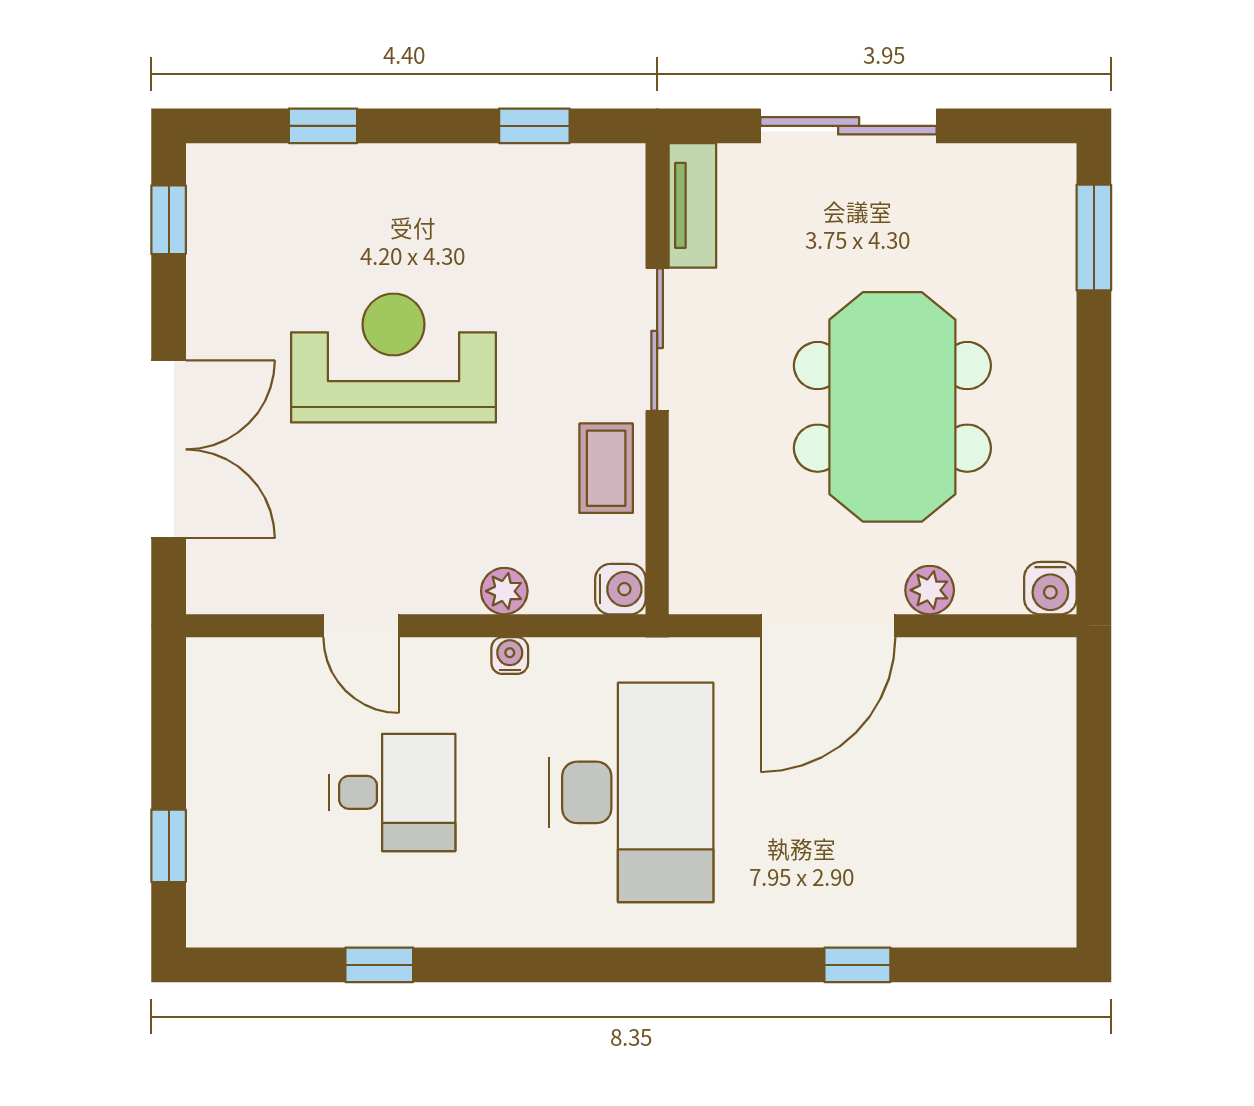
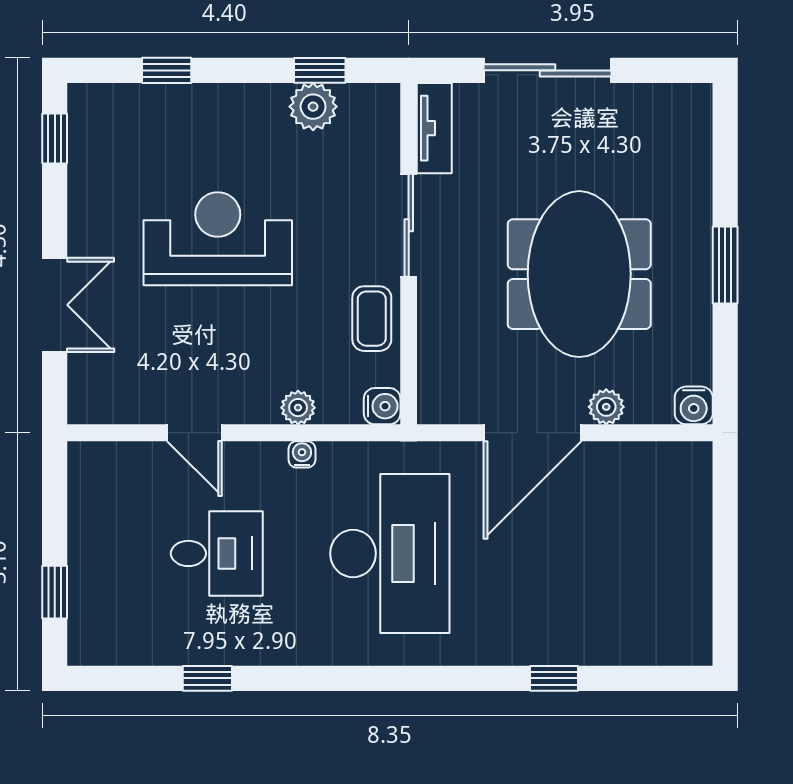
plant: (525, 176) -> (313, 107), added
window: (1094, 238) -> (725, 265), moved
double door: (169, 449) -> (55, 305), width x0.73

